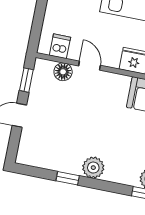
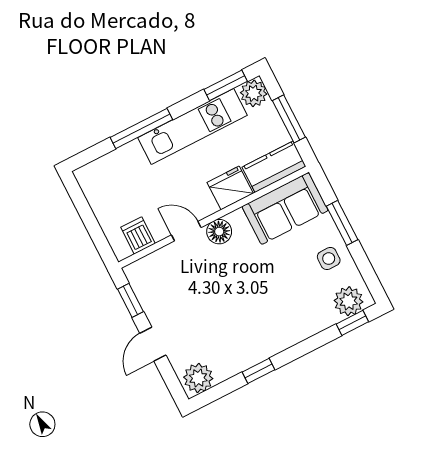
floor lamp: (63, 72) -> (219, 232), moved
plant: (93, 168) -> (198, 378), moved

